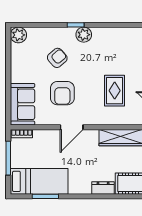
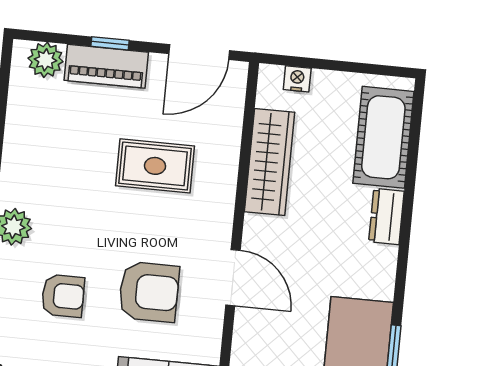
armchair: (57, 58) -> (63, 296), turned 131

